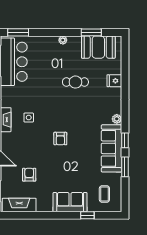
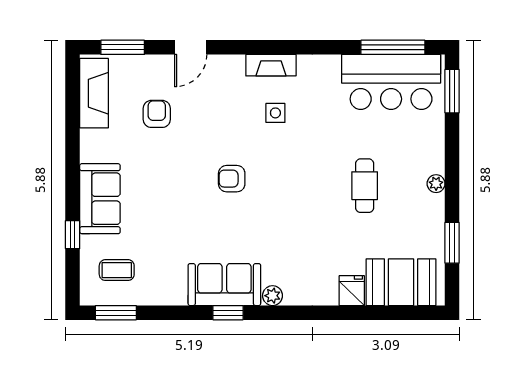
booth: (98, 47) -> (401, 282), moved, turned 90
cafe table: (75, 82) -> (365, 186), moved
sofa: (111, 148) -> (224, 285), width x0.73
window: (125, 167) -> (116, 313), moved
armchair: (29, 175) -> (157, 114), turned -90

